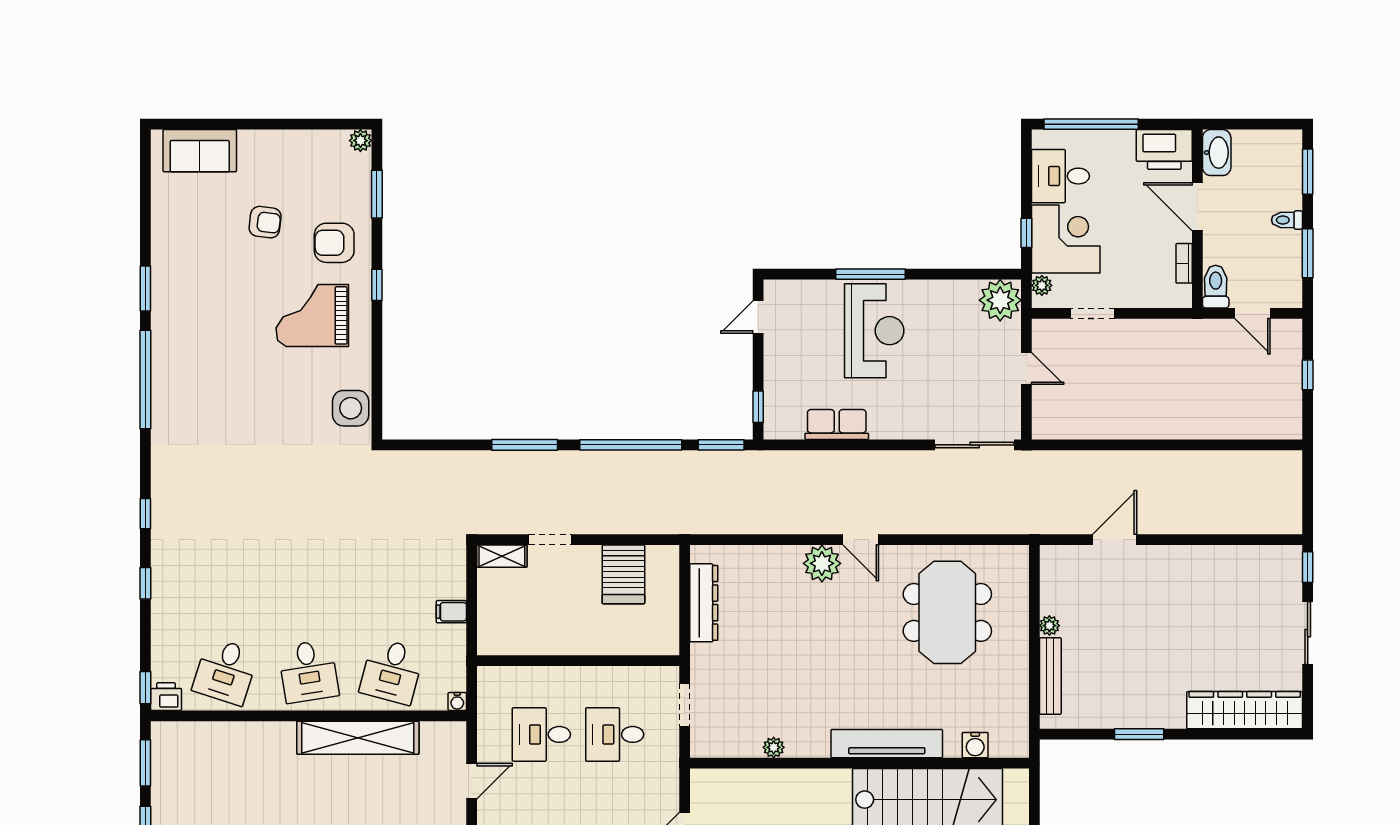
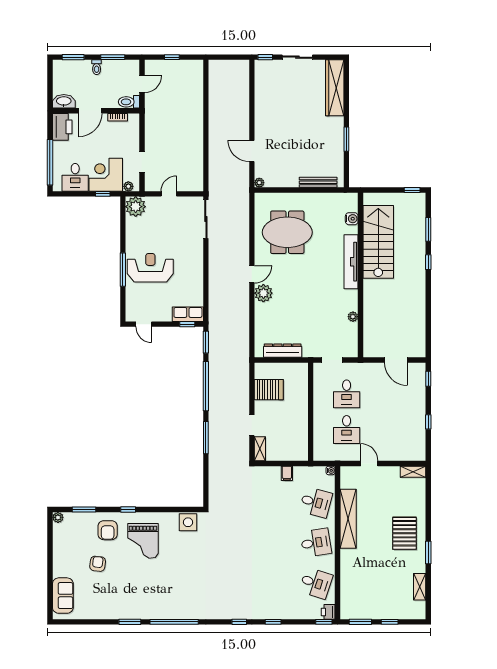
row of seats: (837, 425) -> (188, 314), moved, turned 90
plant: (1049, 626) -> (259, 183), moved

